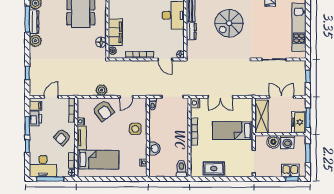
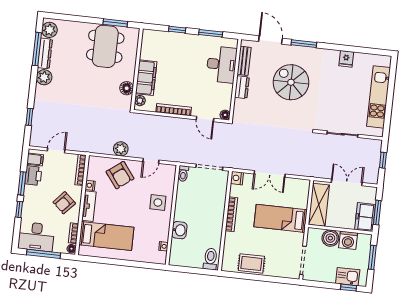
spiral stairs: (229, 23) -> (291, 82), turned 90

